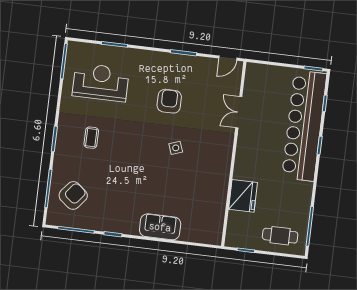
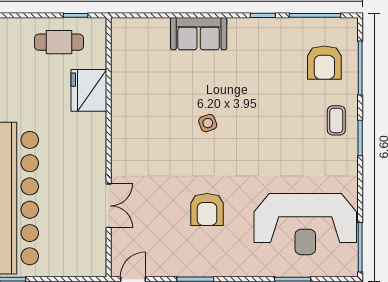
reception desk: (101, 82) -> (305, 224), width x1.36, depth x1.30
coffee table: (91, 138) -> (336, 120), moved
side table: (176, 148) -> (208, 123), moved
armchair: (73, 195) -> (324, 63), turned -39
cafe table: (280, 236) -> (59, 42), moved

